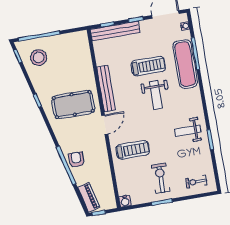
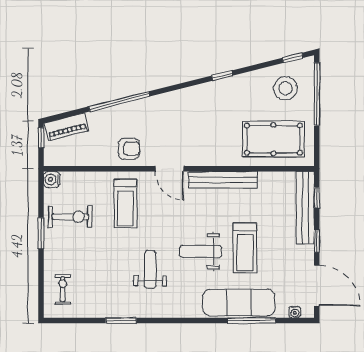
pool table: (73, 105) -> (273, 139), moved, turned 90
weight bench: (188, 131) -> (150, 269), moved
armchair: (76, 160) -> (129, 149), moved
exercise bike: (161, 178) -> (70, 217), moved

